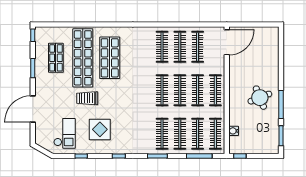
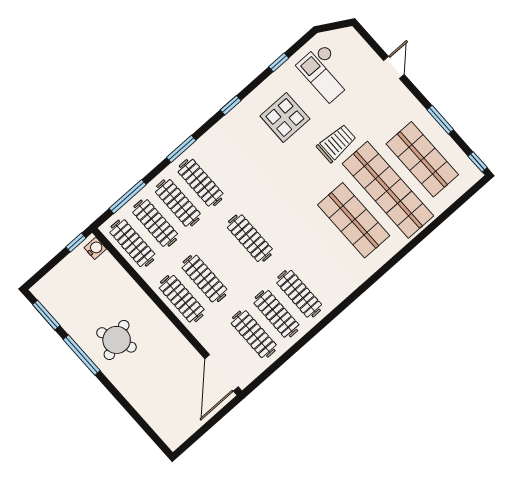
shop shelf: (56, 58) -> (422, 159), width x1.43, depth x1.36
clothes rail: (180, 90) -> (227, 258), removed
door: (33, 109) -> (394, 68), width x0.53
water cooler: (234, 131) -> (95, 248), moved

